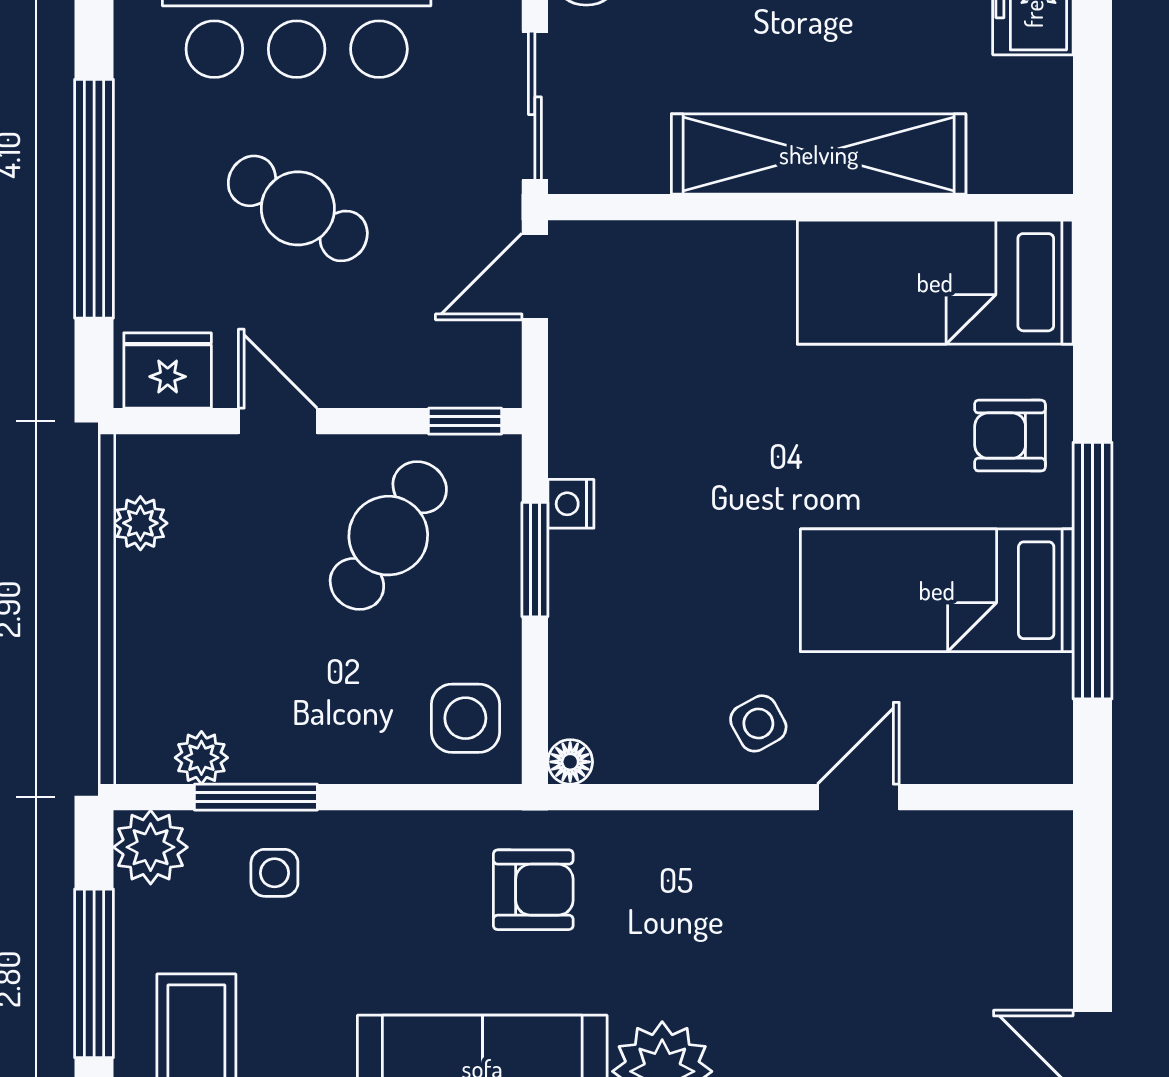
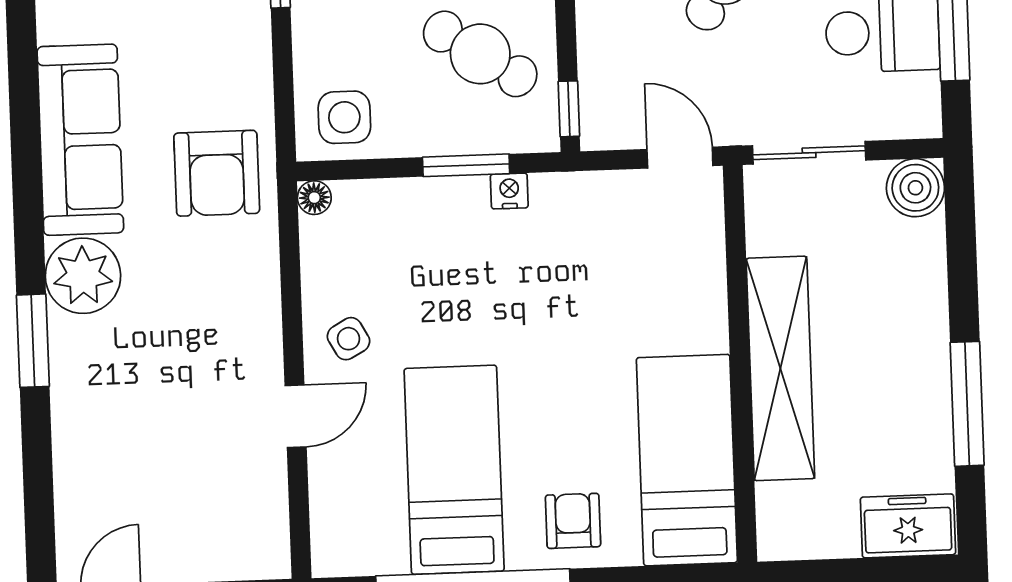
door: (858, 797) -> (296, 416), hinge flipped
armchair: (533, 890) -> (217, 173), width x1.38, depth x1.38

